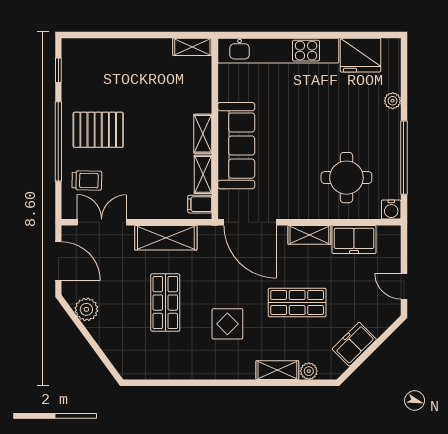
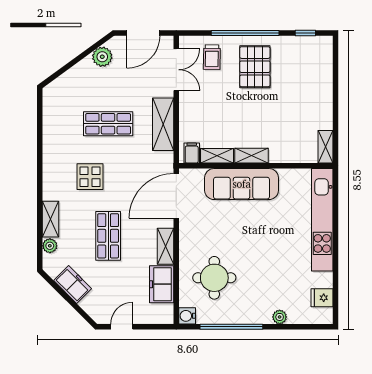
fridge: (360, 55) -> (322, 298), width x0.53, depth x0.75

